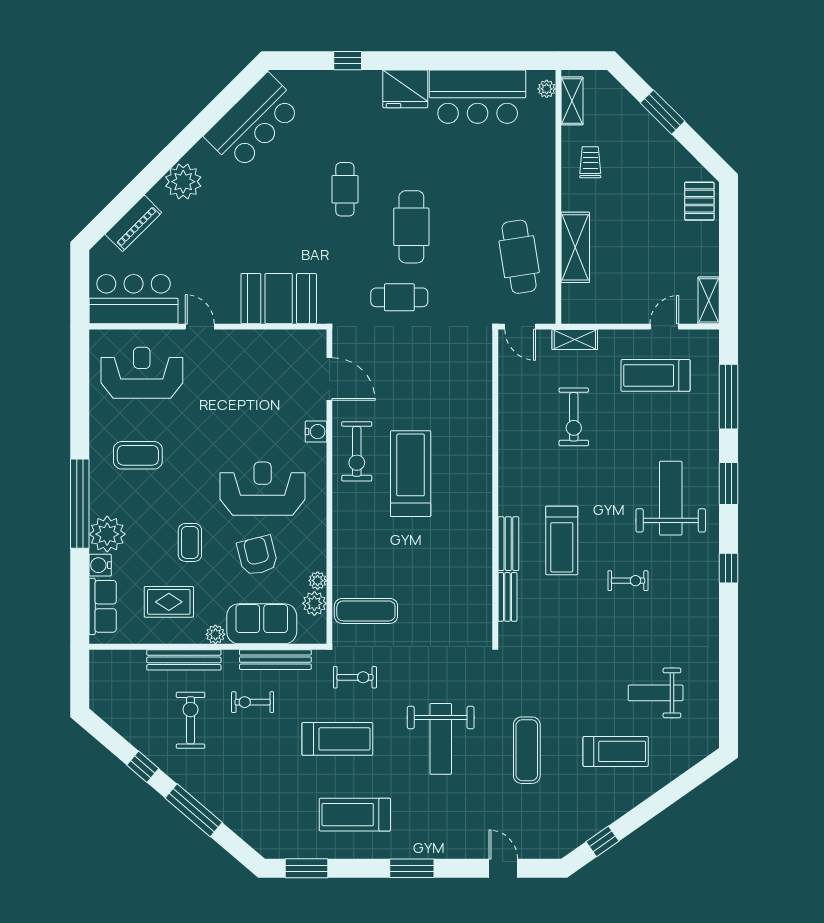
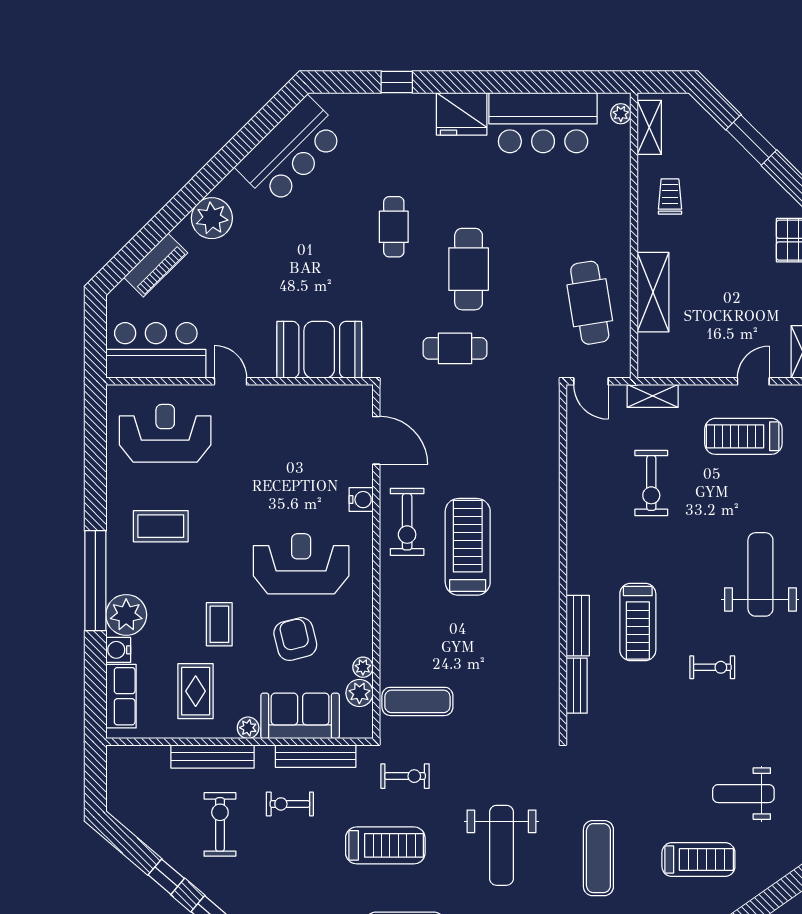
rug: (169, 602) -> (196, 691), turned 90

